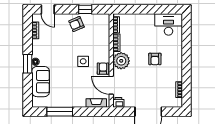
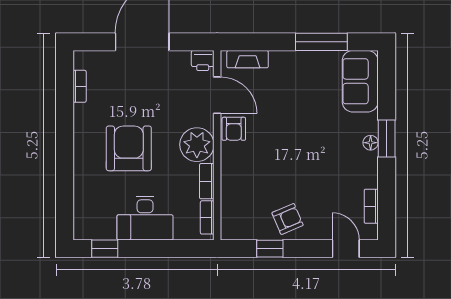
window: (167, 9) -> (105, 249), added
desk: (169, 24) -> (145, 218), moved
armchair: (155, 59) -> (129, 148), width x1.88, depth x1.88
side table: (83, 61) -> (274, 144), removed
sofa: (41, 82) -> (360, 81), moved

